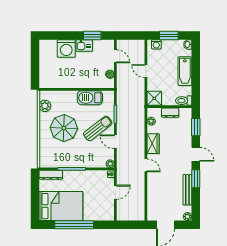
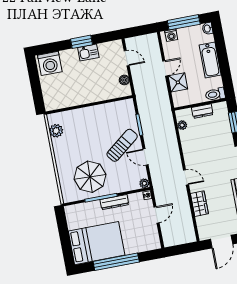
window: (92, 35) -> (82, 42), moved
window: (169, 35) -> (184, 22), width x1.44
washing machine: (66, 48) -> (50, 63), moved
door: (146, 71) -> (165, 68), swing flipped
barbecue: (90, 98) -> (106, 112), removed
shower: (154, 98) -> (178, 82), moved
parasol: (64, 128) -> (90, 177), moved
wardrobe: (153, 144) -> (199, 204), moved
dresser: (51, 175) -> (114, 202), moved

